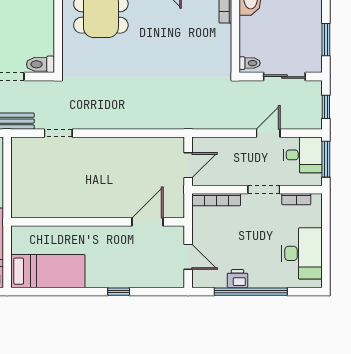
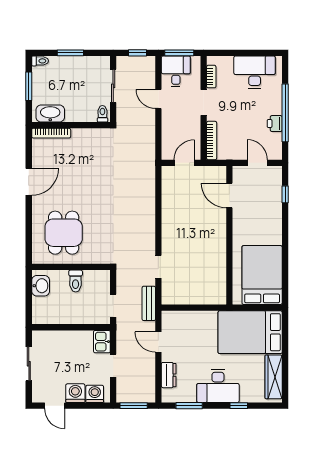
window: (326, 40) -> (70, 53), moved
toilet: (40, 64) -> (76, 281), moved
door: (188, 165) -> (184, 163), hinge flipped
door: (188, 257) -> (257, 163), hinge flipped
bed: (48, 271) -> (262, 275), width x1.50
window: (119, 292) -> (285, 194), moved

